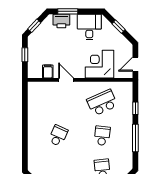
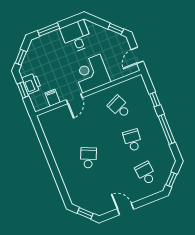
printer: (61, 21) -> (31, 84), moved, turned -90
window: (119, 27) -> (116, 29), moved
corner desk: (100, 64) -> (91, 74), moved
door: (66, 80) -> (74, 99), swing flipped
school desk: (102, 103) -> (119, 107), width x0.54

